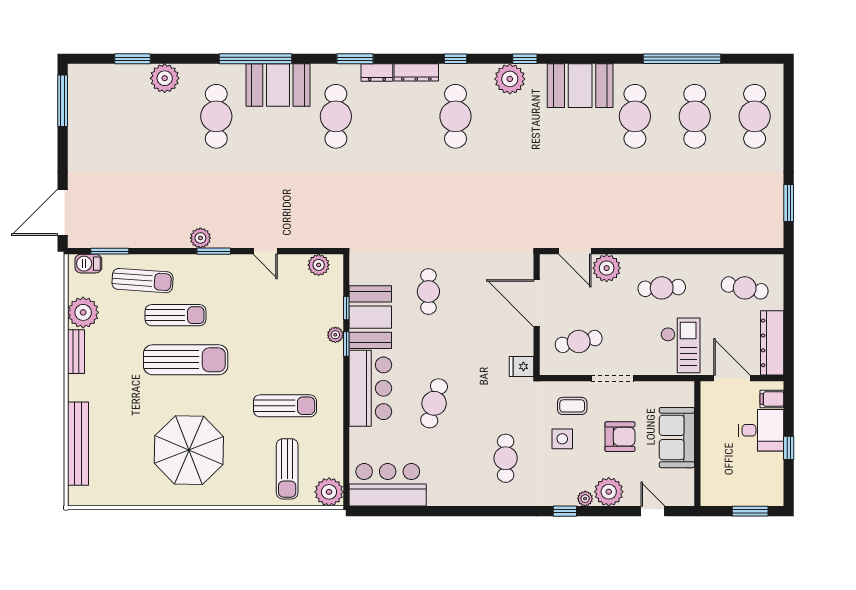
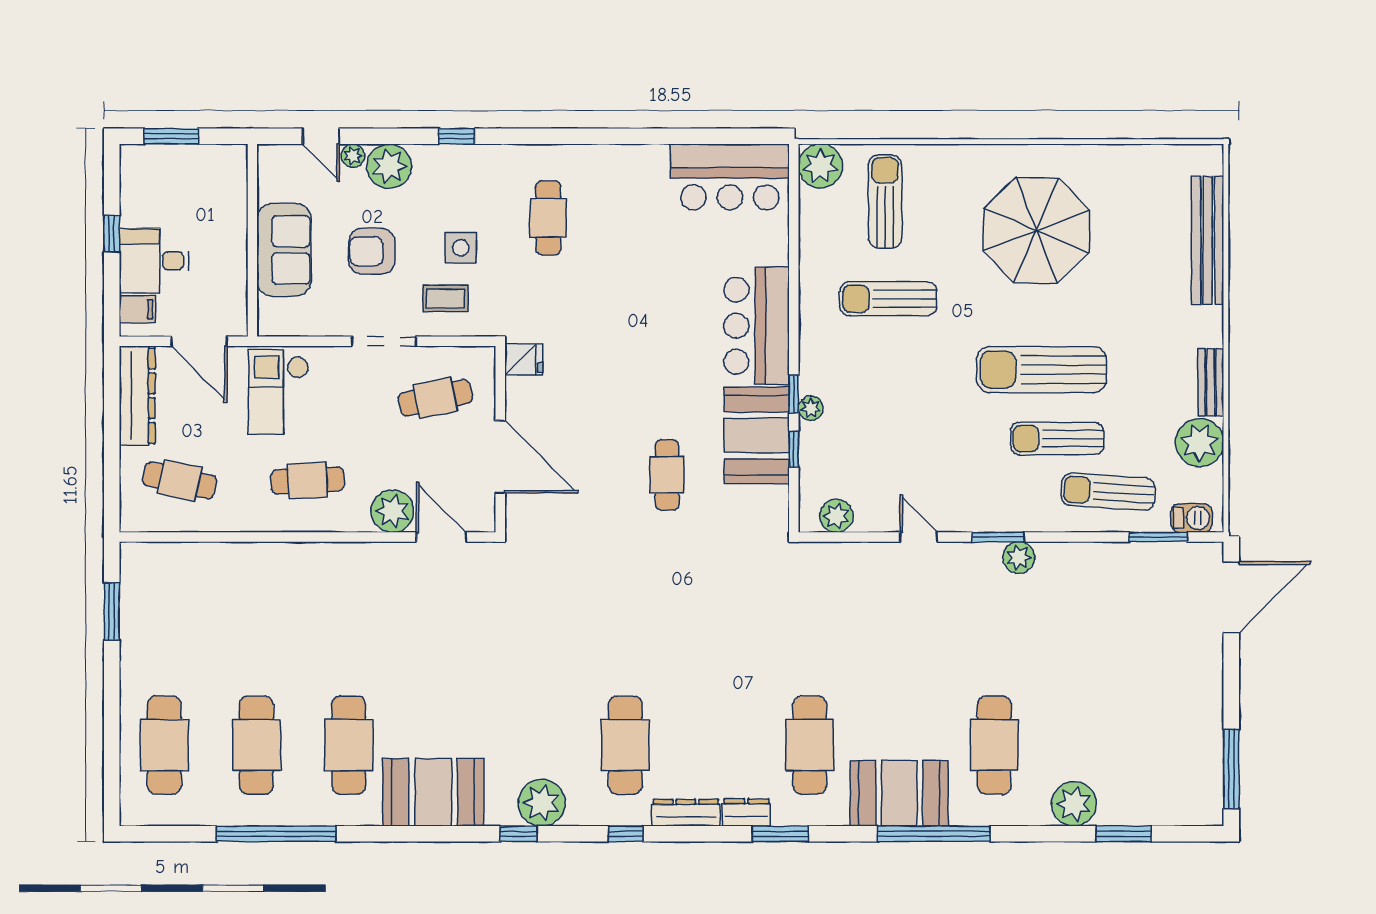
cafe table: (434, 403) -> (658, 303), removed
plant: (585, 499) -> (353, 156), moved

